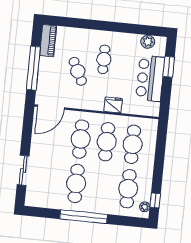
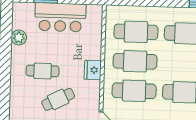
plant: (148, 42) -> (19, 37), moved
fridge: (113, 105) -> (93, 70), moved

